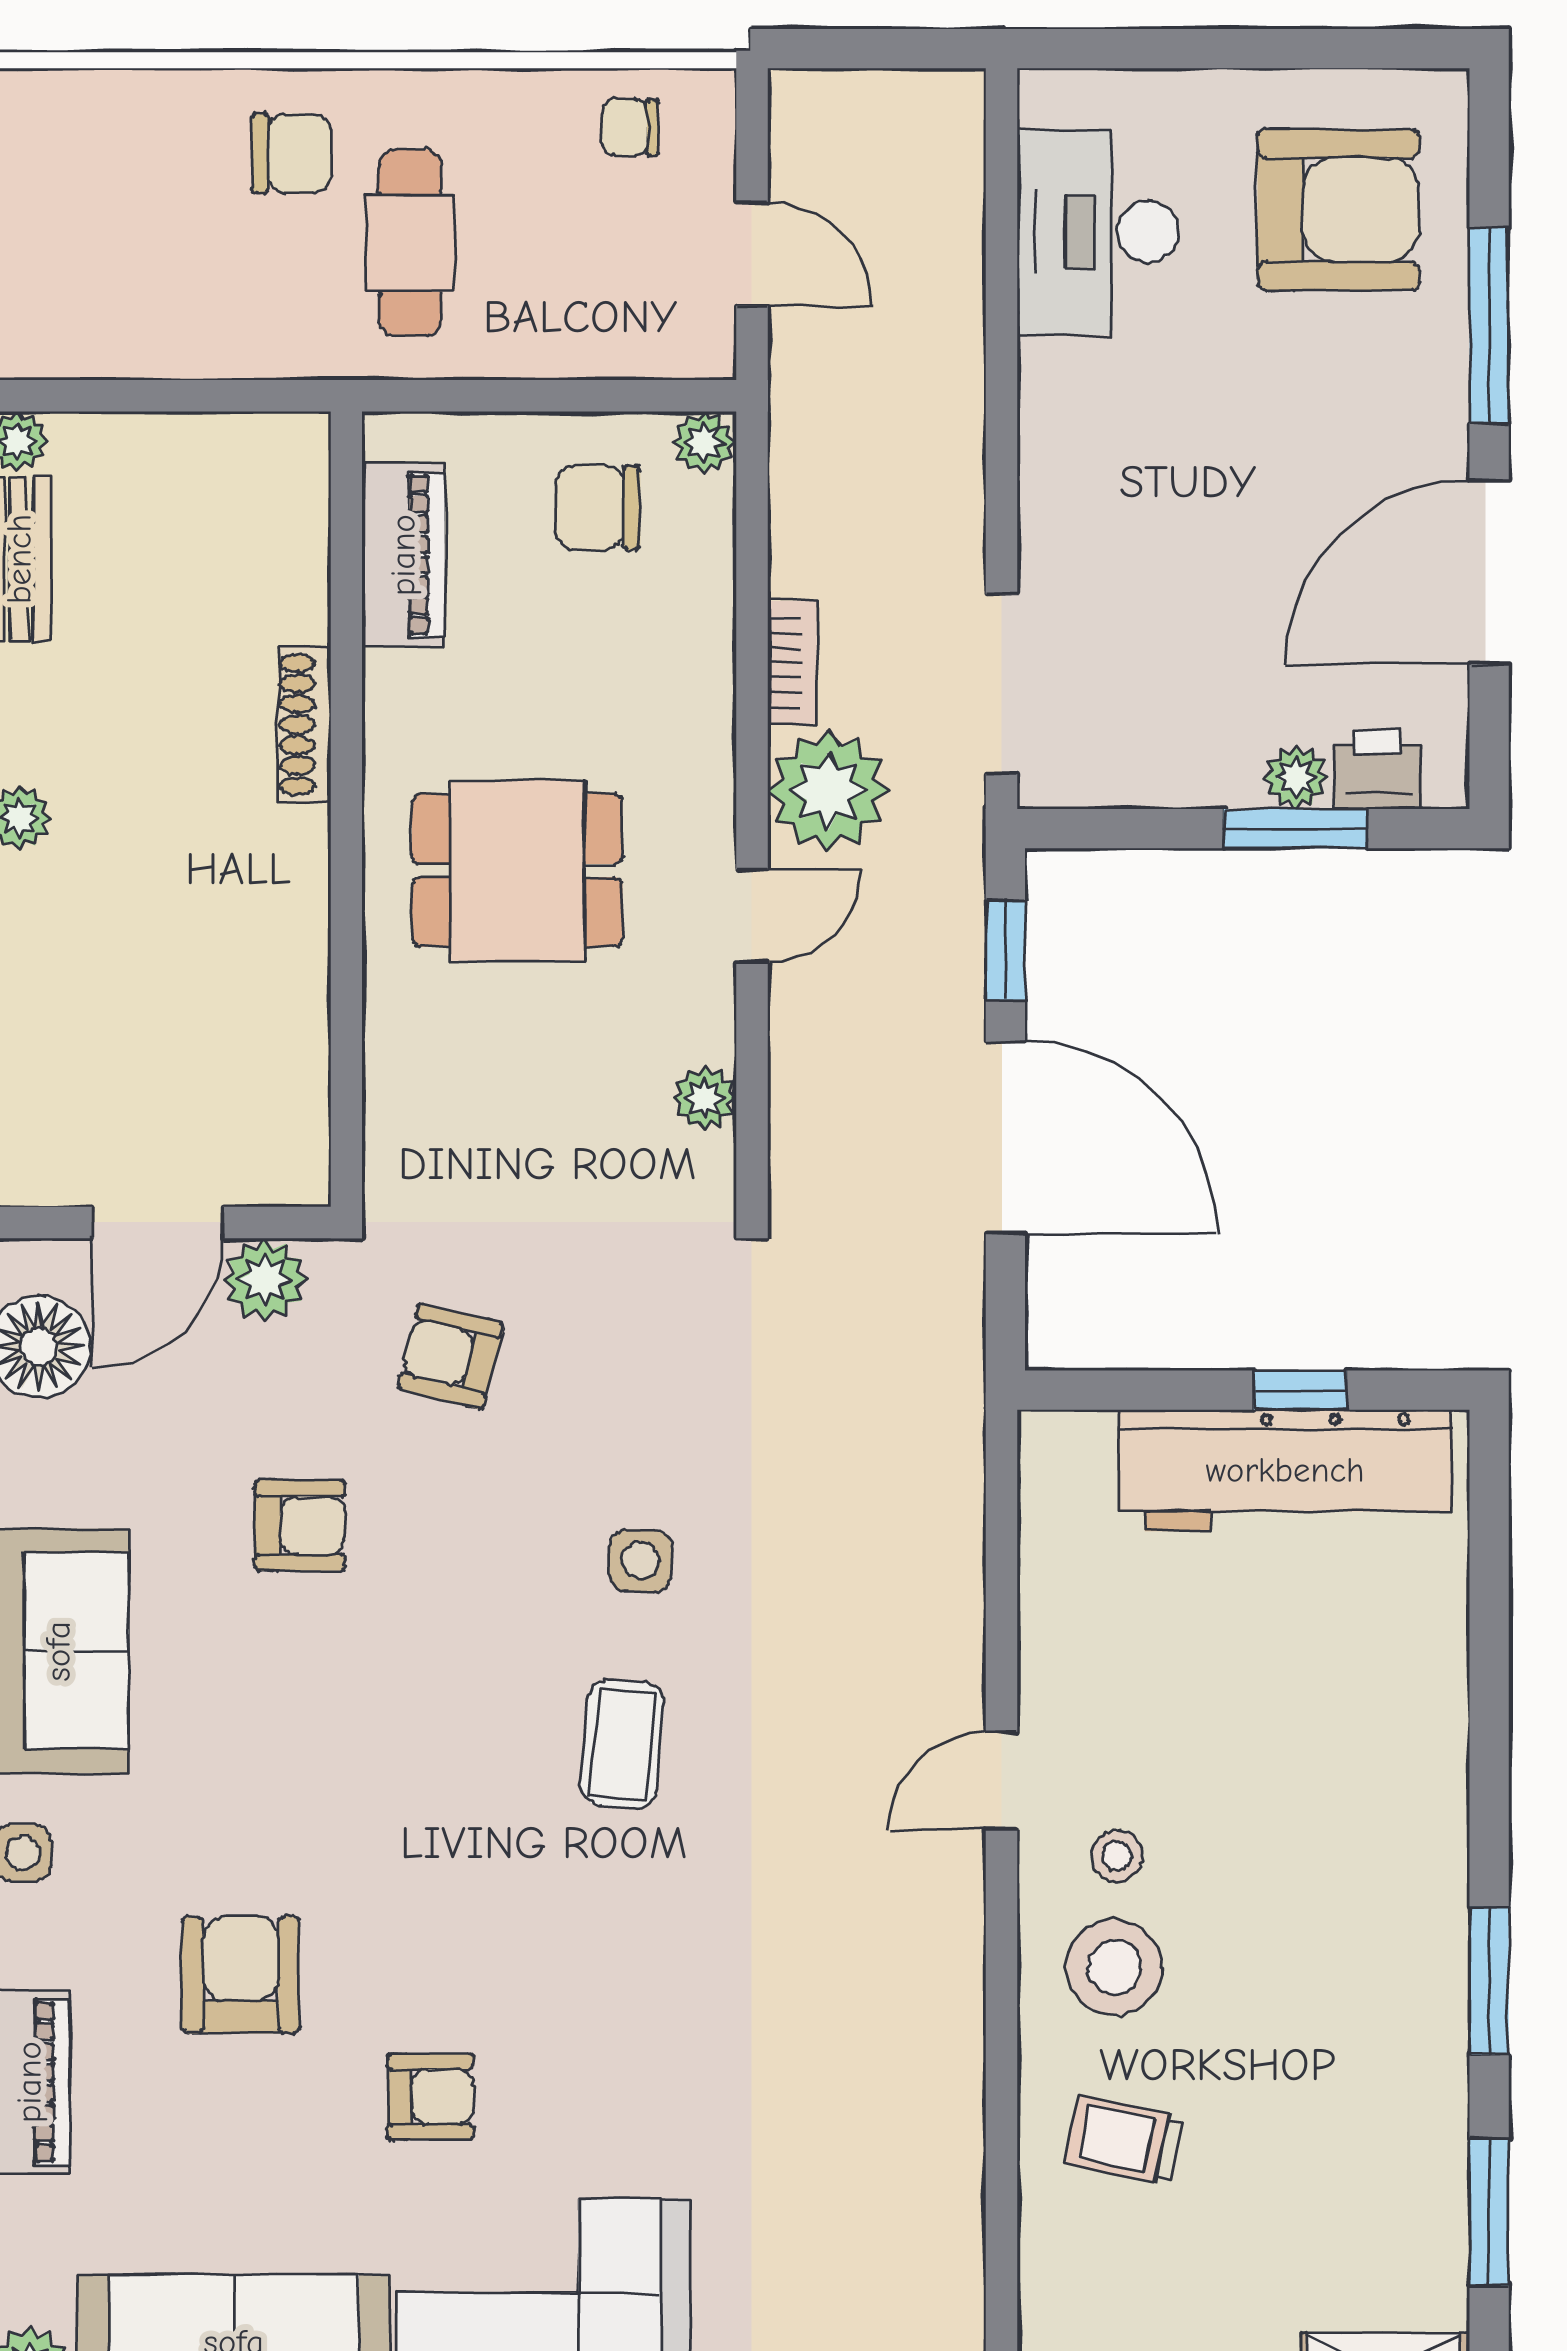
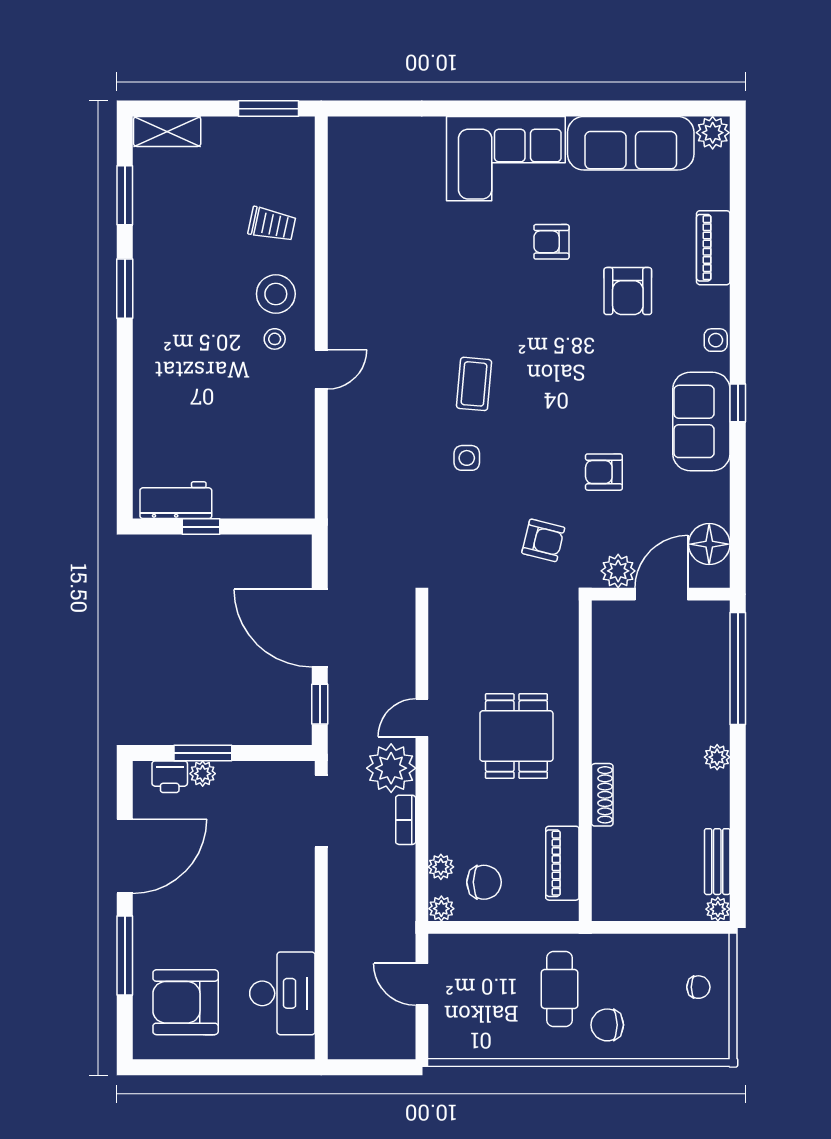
chair: (630, 127) -> (698, 987), moved
dining table: (517, 870) -> (516, 736), turned 90
plant: (705, 1098) -> (441, 867), moved
workbench: (1285, 1470) -> (176, 500), width x0.53, depth x0.76

